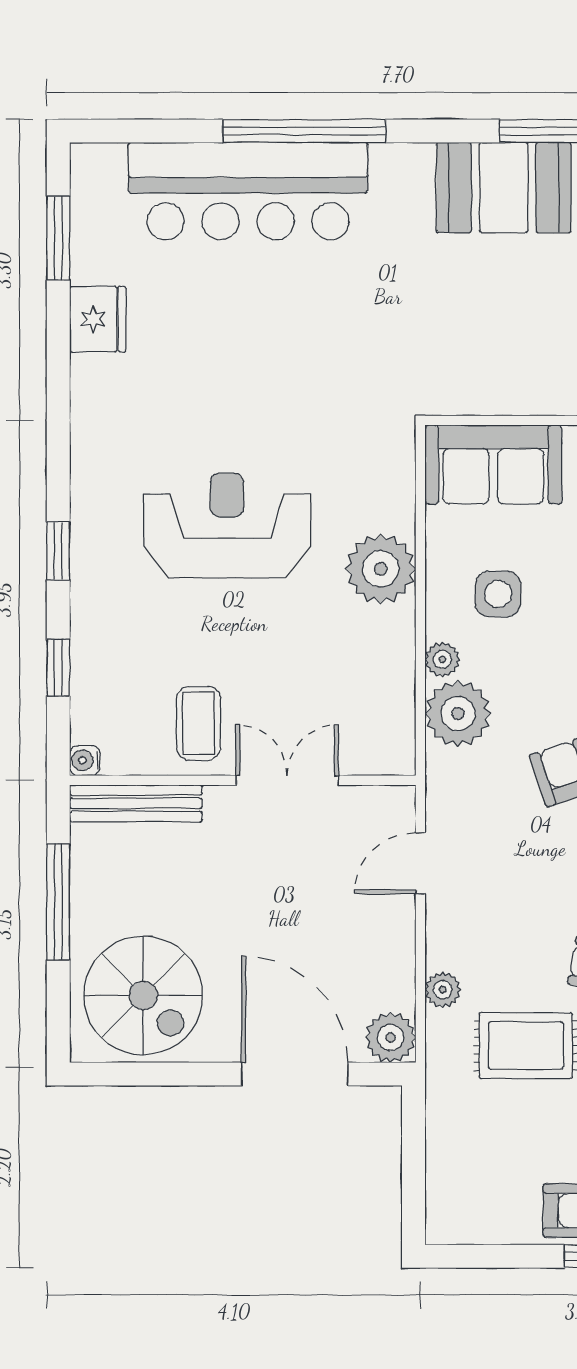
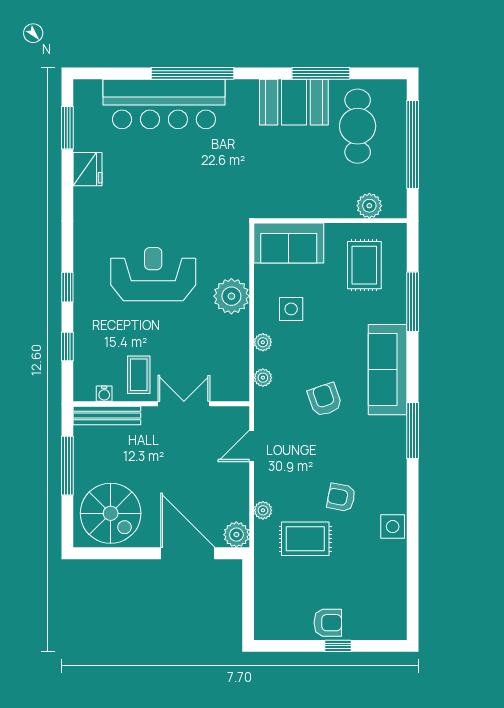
plant: (458, 713) -> (263, 378), width x0.53, depth x0.53
water cooler: (85, 760) -> (104, 394), moved, turned -90

